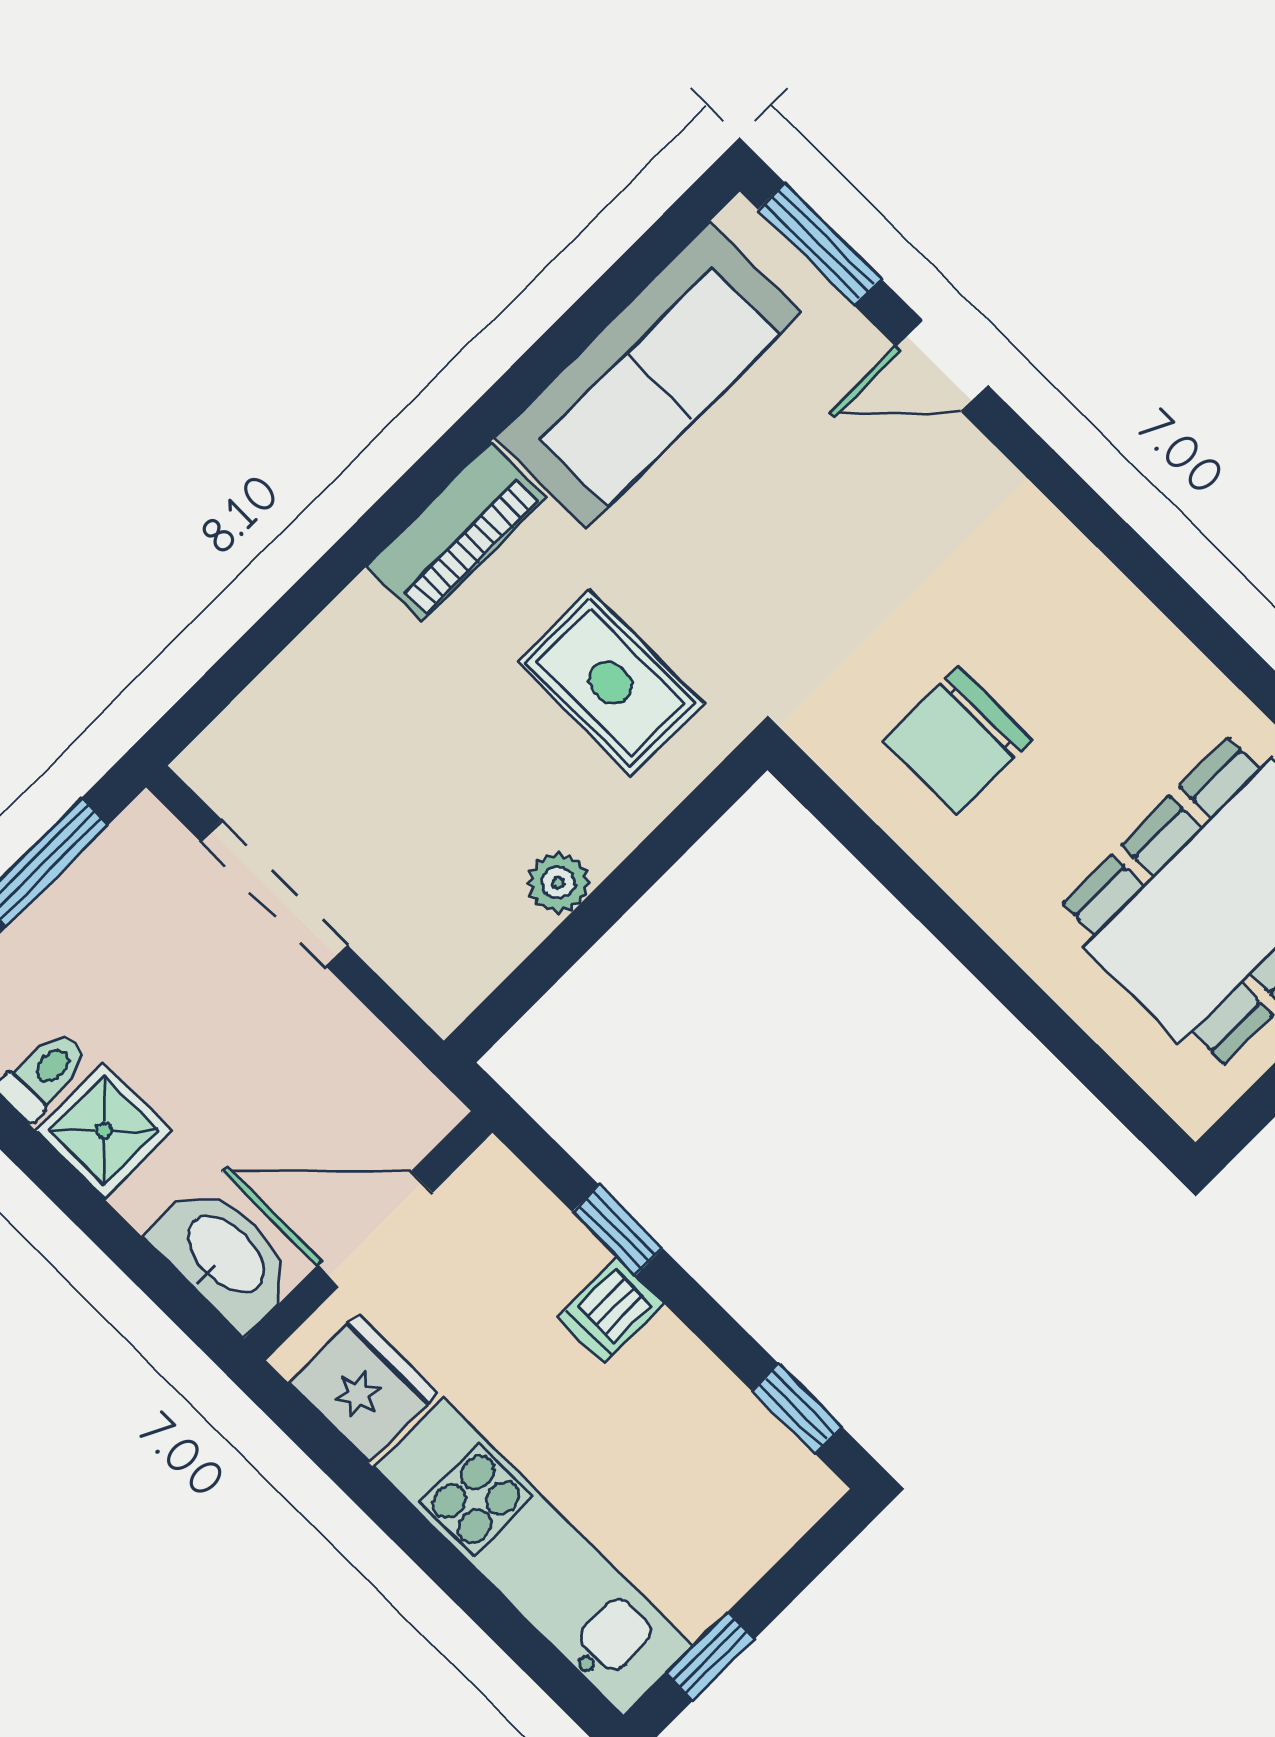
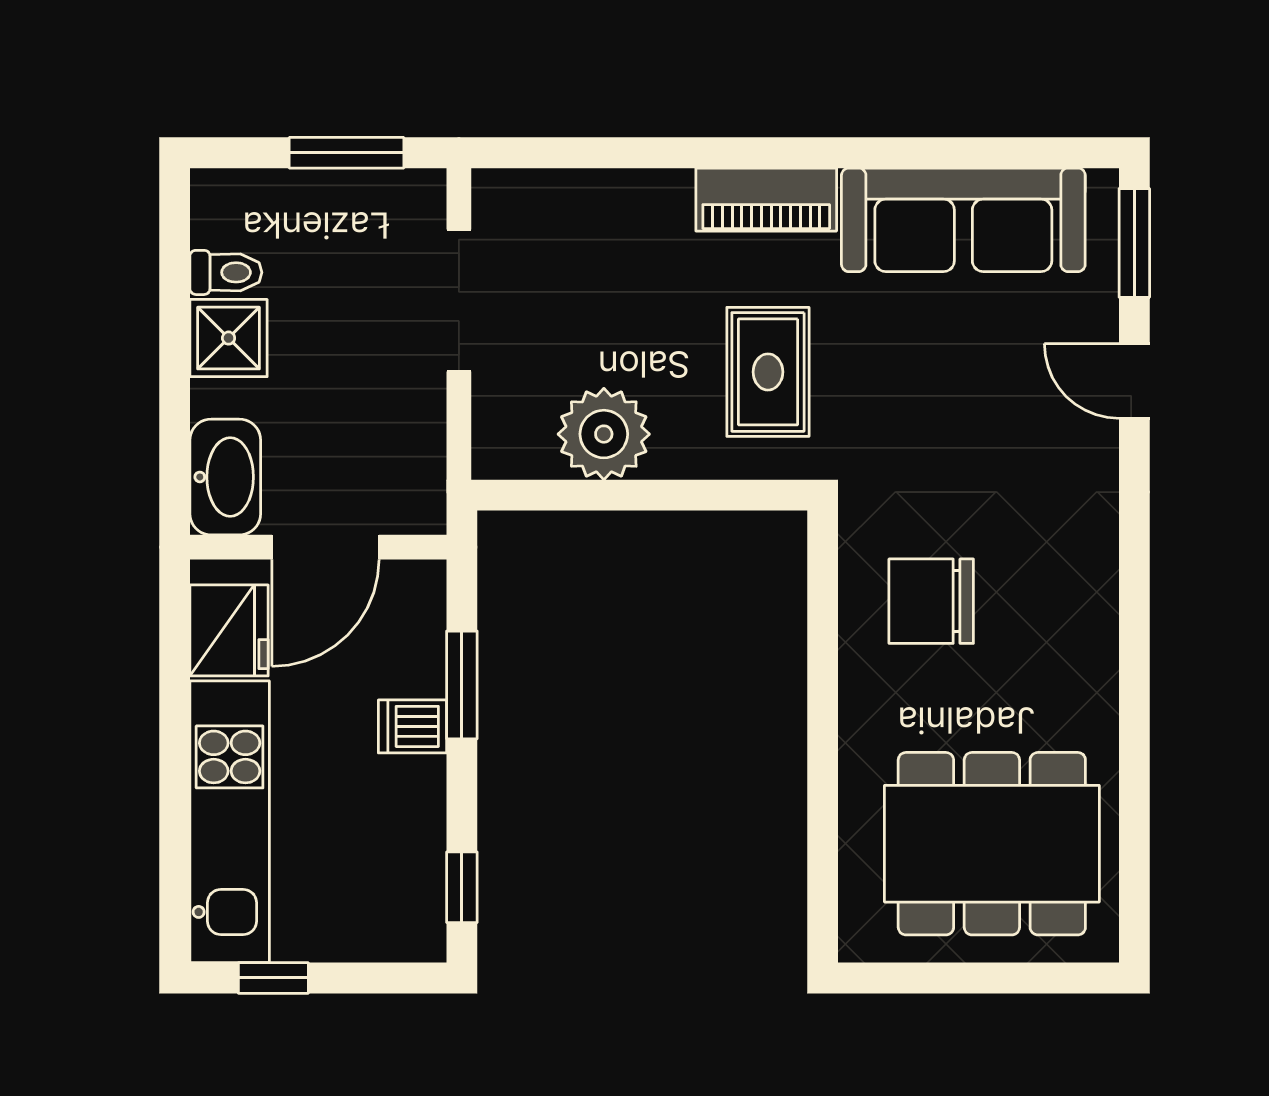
plant: (558, 883) -> (604, 434), width x1.88, depth x1.88
door: (375, 1229) -> (325, 547), swing flipped
window: (617, 1230) -> (462, 685), width x1.50

